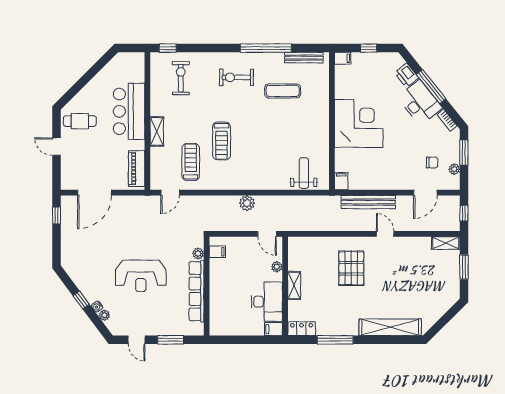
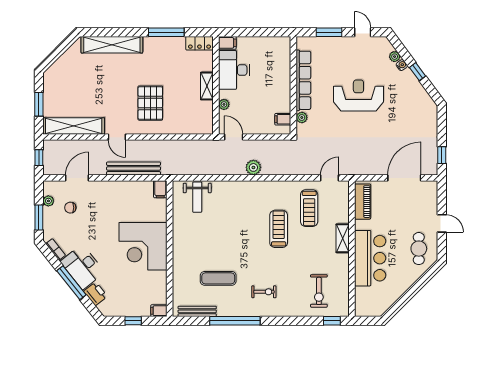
exercise bike: (236, 77) -> (264, 292), width x0.73, depth x0.72
cafe table: (80, 121) -> (419, 249), turned 90
shelving: (446, 243) -> (74, 126), width x2.20, depth x1.33

